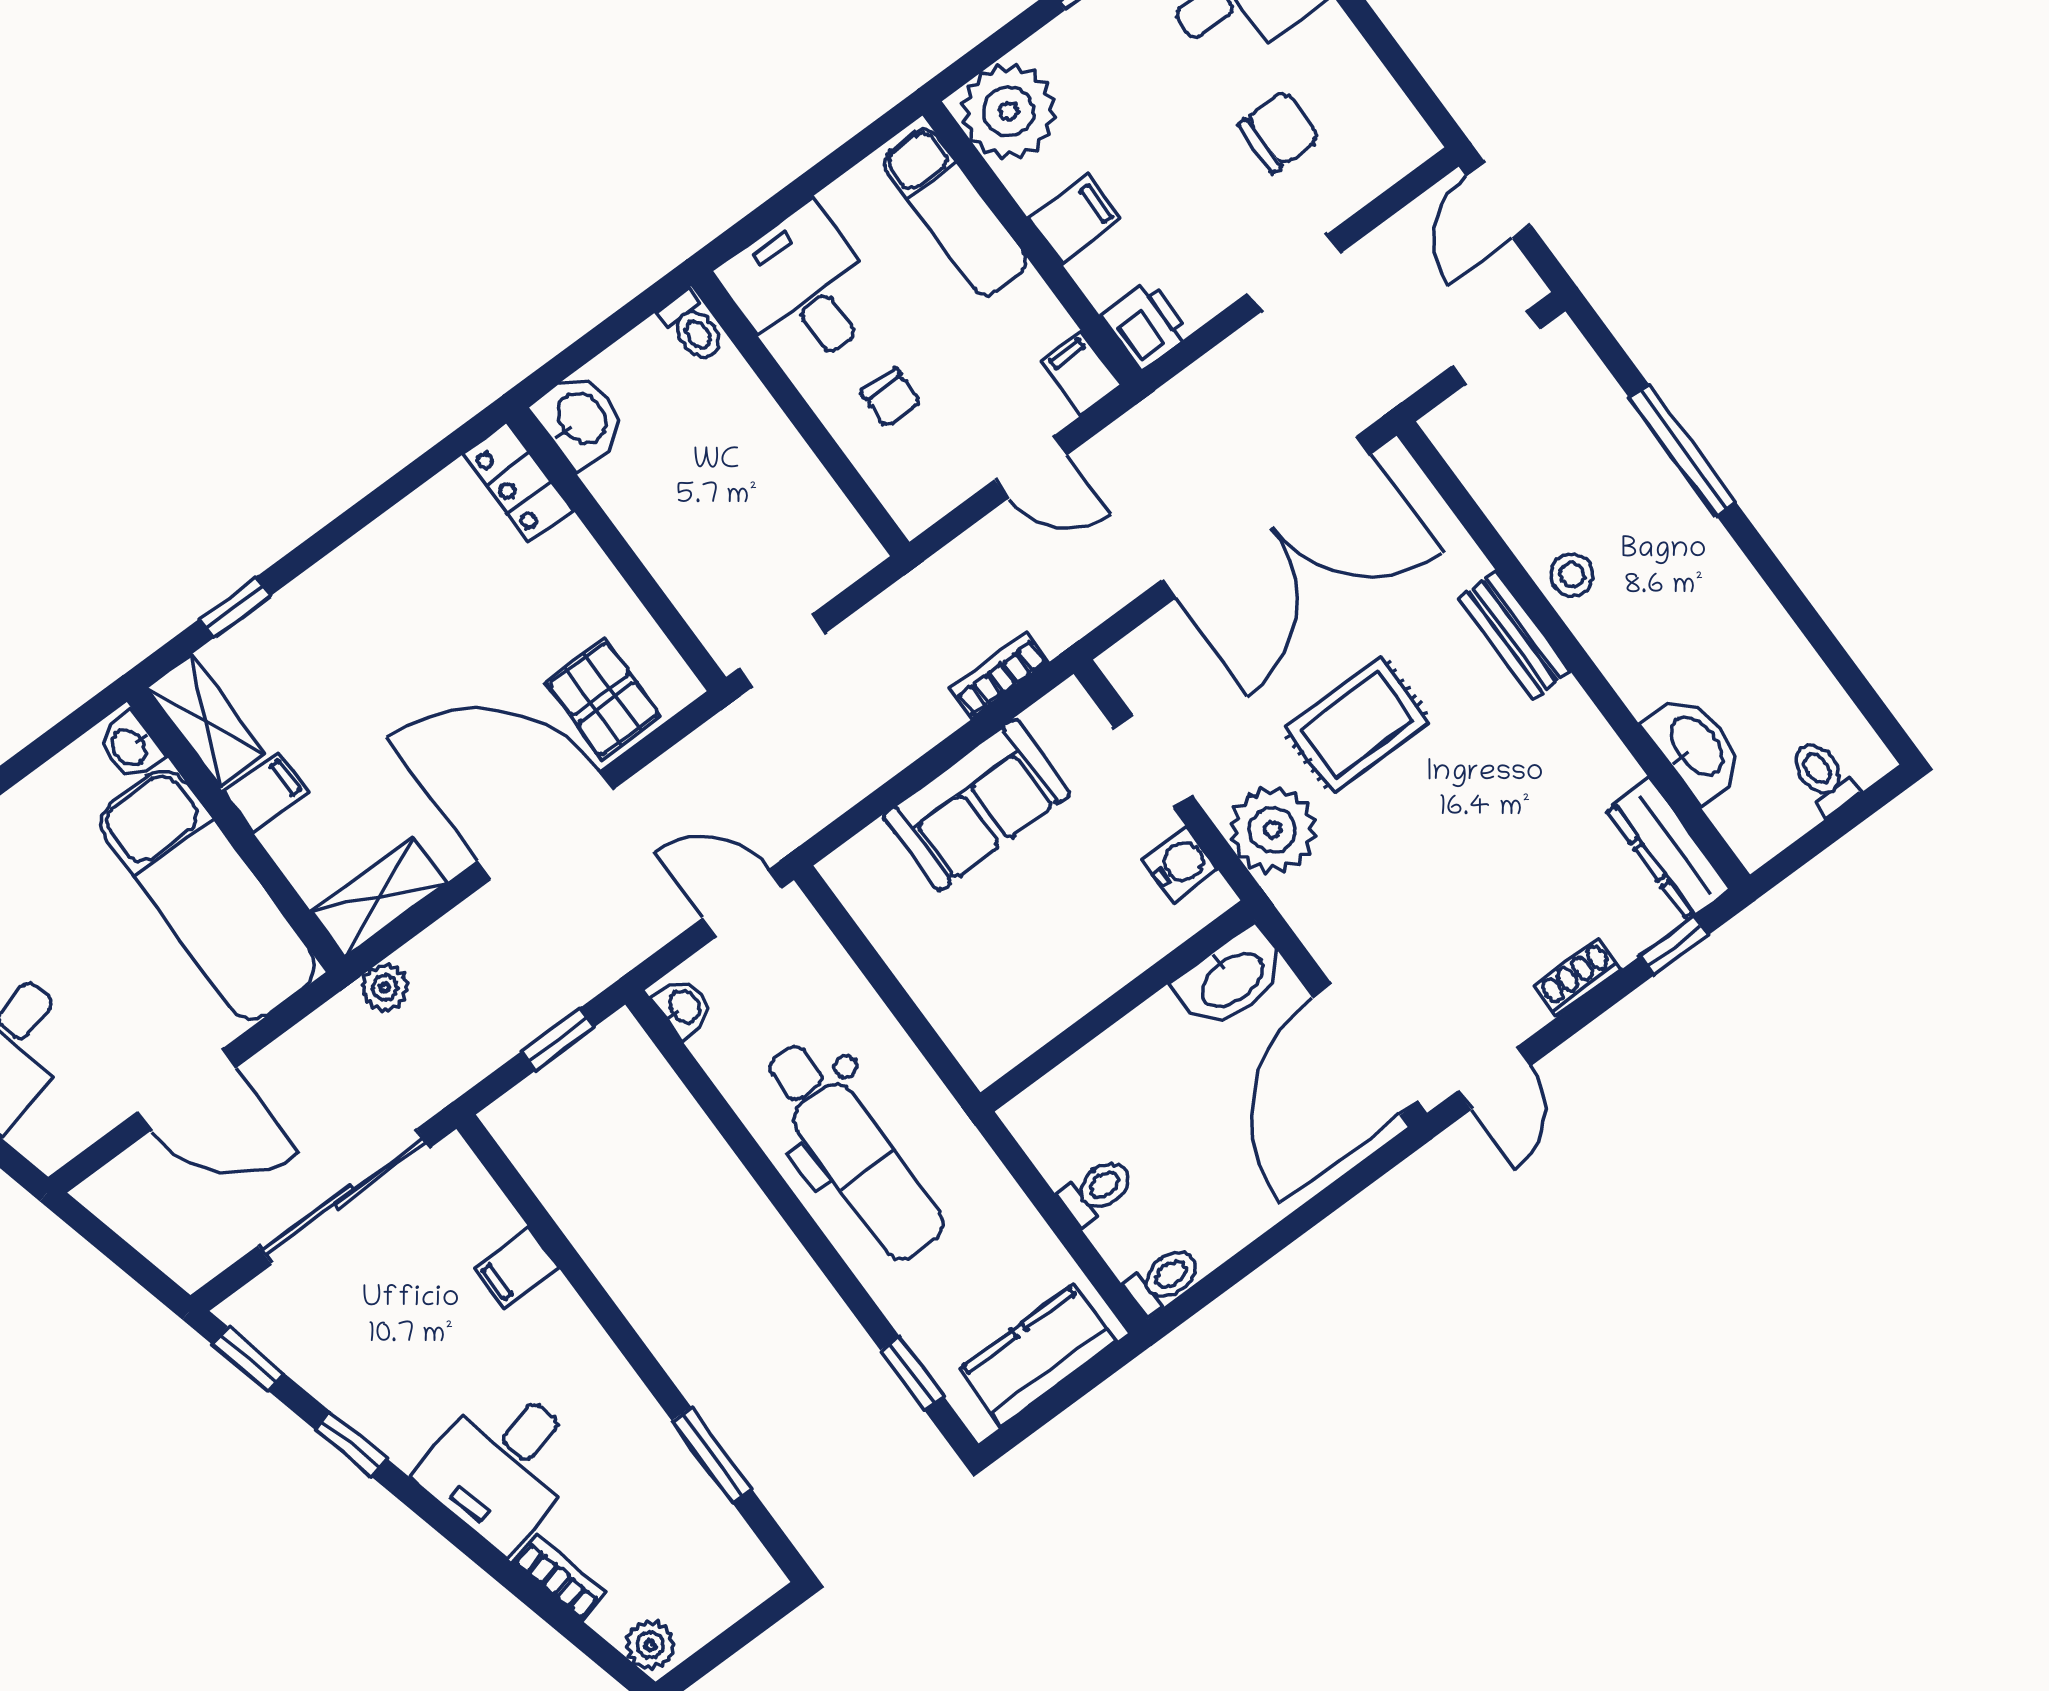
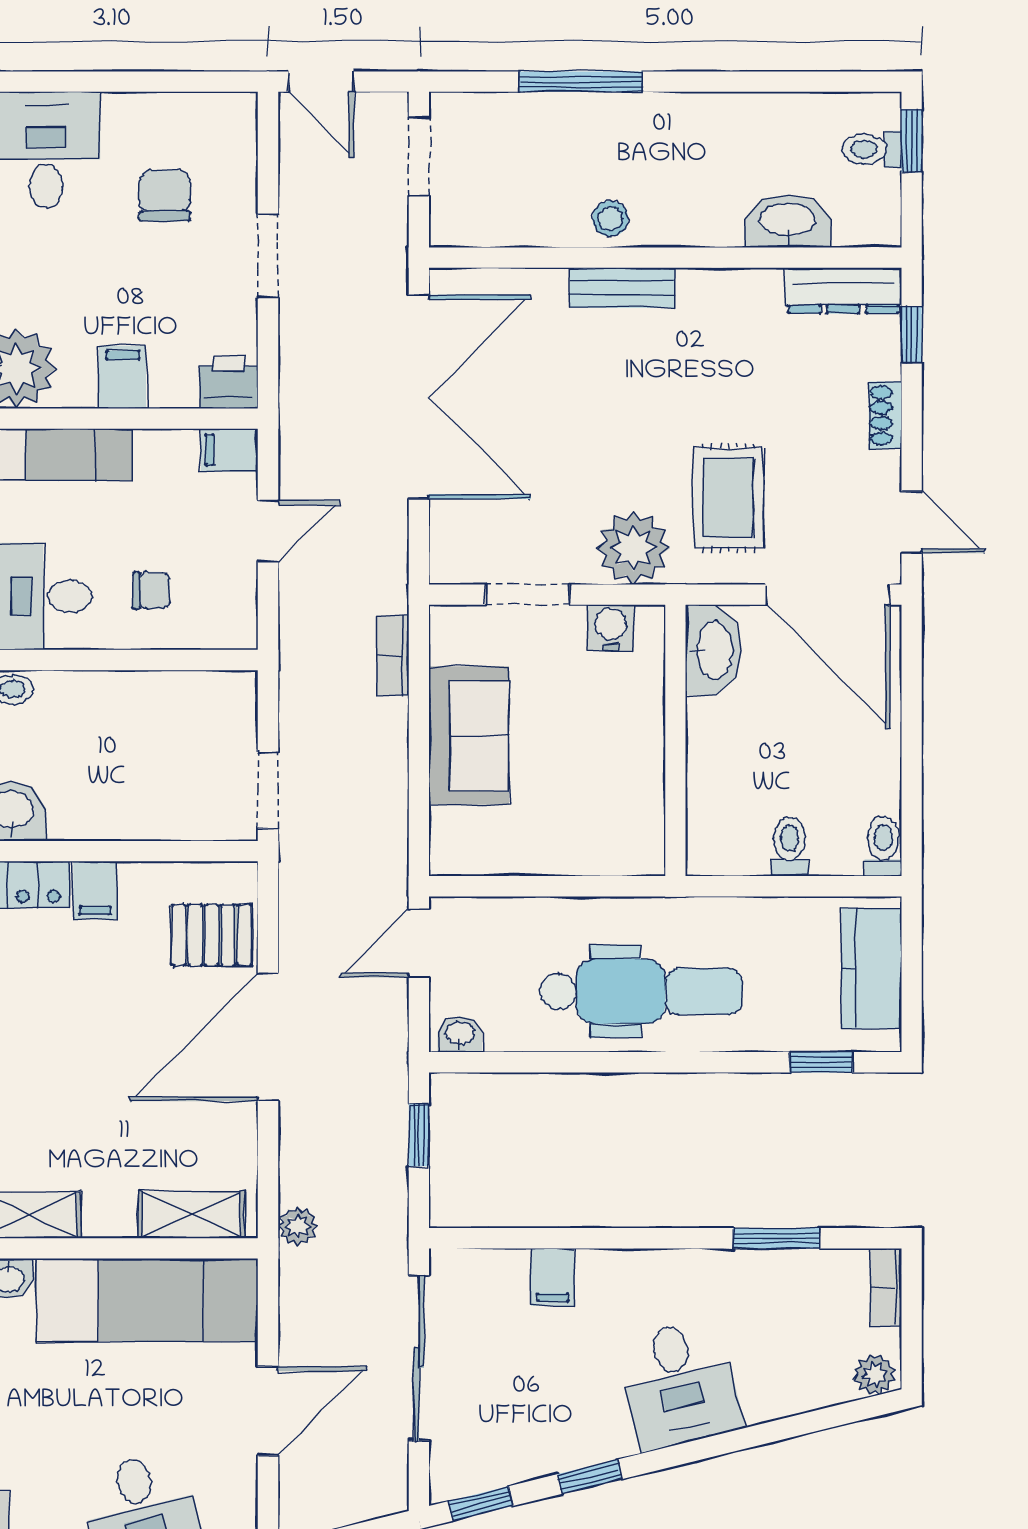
rug: (1357, 725) -> (728, 498), moved
filing cabinet: (266, 792) -> (95, 890), moved, turned 180
window: (1860, 809) -> (912, 141), added
shelving: (379, 897) -> (191, 1214), moved, turned 90
bookcase: (559, 1578) -> (886, 1287), moved, turned -76

